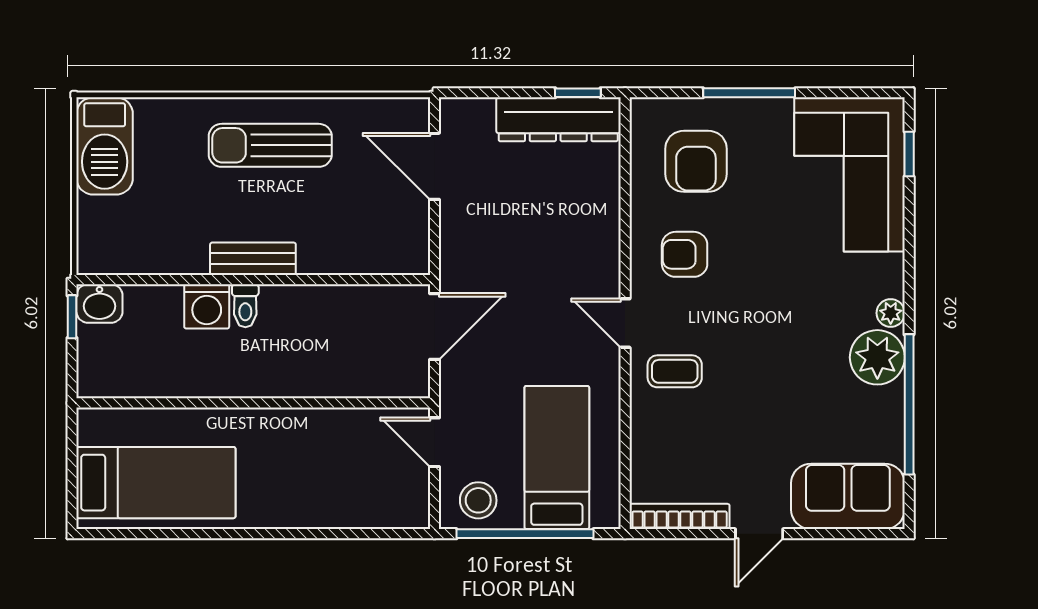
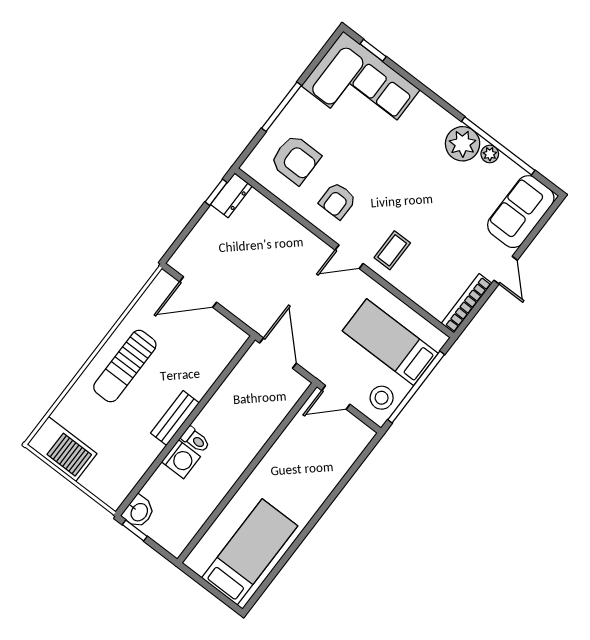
dresser: (558, 119) -> (231, 195), width x0.51, depth x0.80
plant: (891, 313) -> (490, 154), moved

